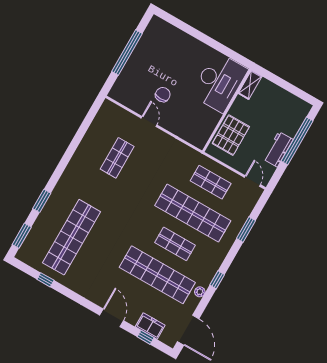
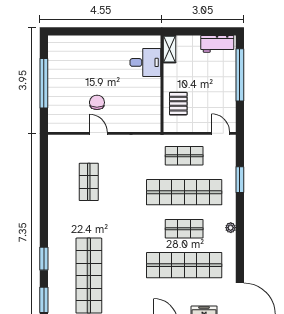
desk: (219, 82) -> (145, 62), width x0.53, depth x0.77
pallet: (231, 135) -> (178, 104), width x0.67, depth x0.71
workbench: (278, 149) -> (217, 44), moved, turned -90
window: (217, 280) -> (240, 239), removed
plant: (200, 292) -> (231, 228), moved

